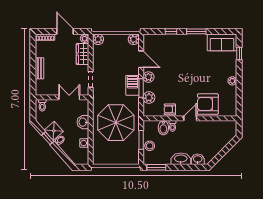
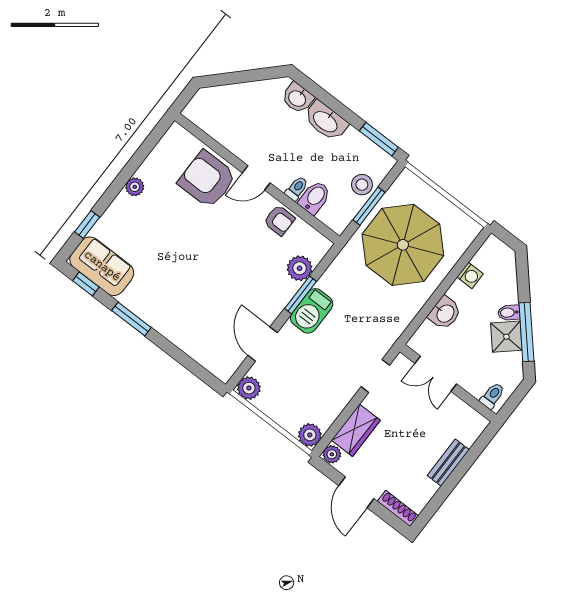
window: (171, 31) -> (86, 284), moved
plant: (148, 77) -> (273, 304), removed
armchair: (208, 104) -> (207, 179), turned 180
parasol: (116, 123) -> (403, 245), moved
window: (48, 138) -> (526, 332), width x2.17

